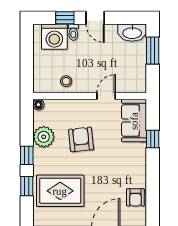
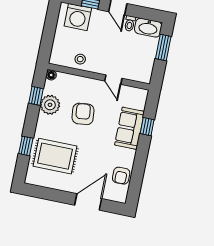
toilet: (73, 32) -> (130, 23), moved
door: (106, 96) -> (113, 80), swing flipped
sofa: (134, 121) -> (130, 128), moved
window: (27, 155) -> (36, 96), moved

